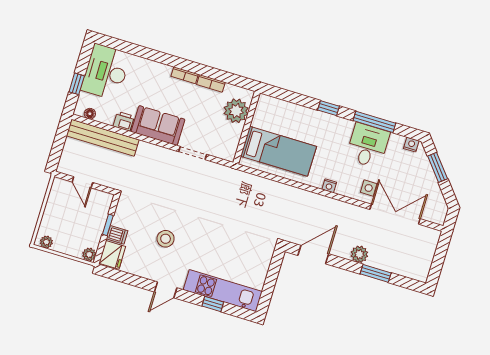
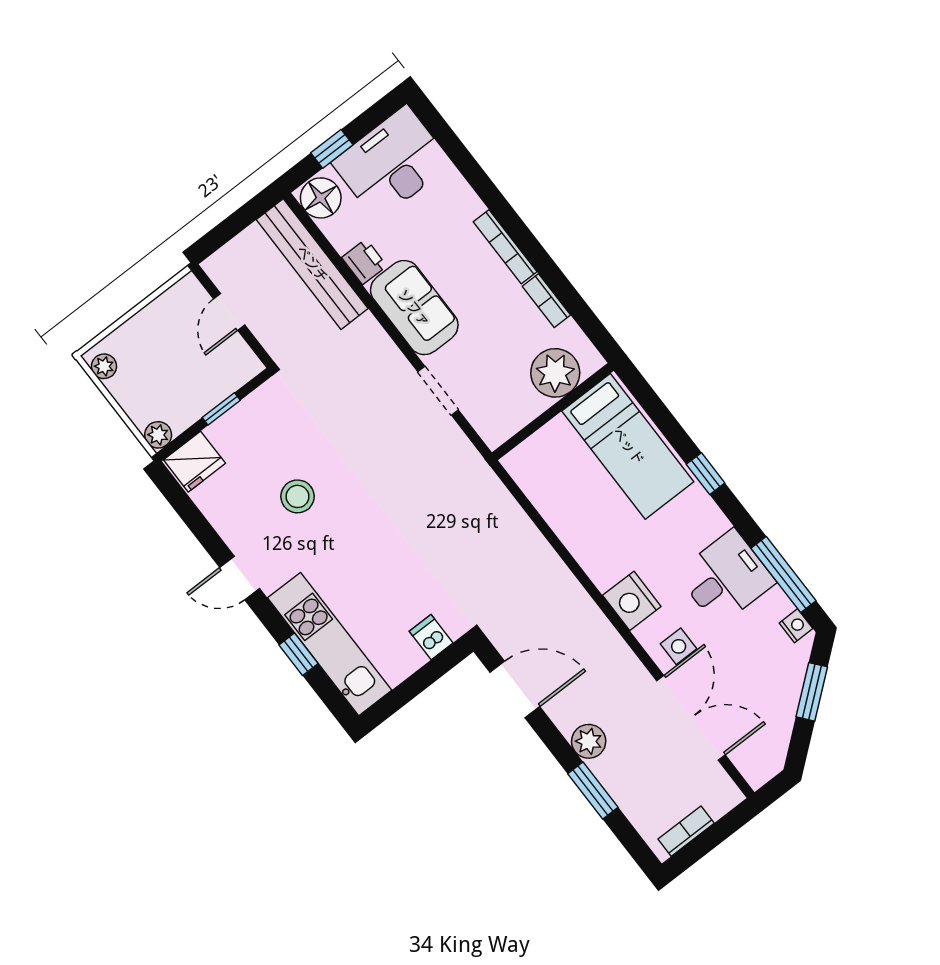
bookcase: (185, 75) -> (505, 247), width x1.56
floor lamp: (90, 114) -> (321, 198), width x1.89, depth x1.89
window: (374, 122) -> (784, 574), moved
bed: (279, 151) -> (628, 446), moved
nightstand: (329, 186) -> (632, 601), width x1.89, depth x1.79
dishwasher: (117, 235) -> (431, 637), moved, turned 180
bookcase: (427, 263) -> (686, 831), added

